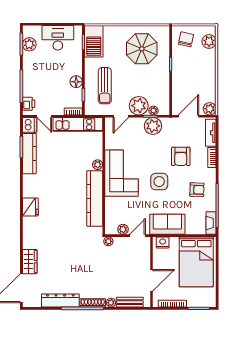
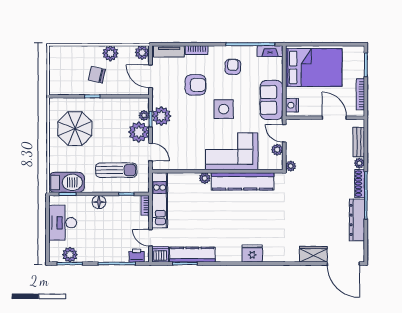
chair: (186, 39) -> (97, 75), moved
plant: (209, 41) -> (110, 53), moved
floor lamp: (76, 82) -> (99, 202), moved
door: (44, 116) -> (150, 238), swing flipped
corner sofa: (122, 173) -> (232, 151), moved

